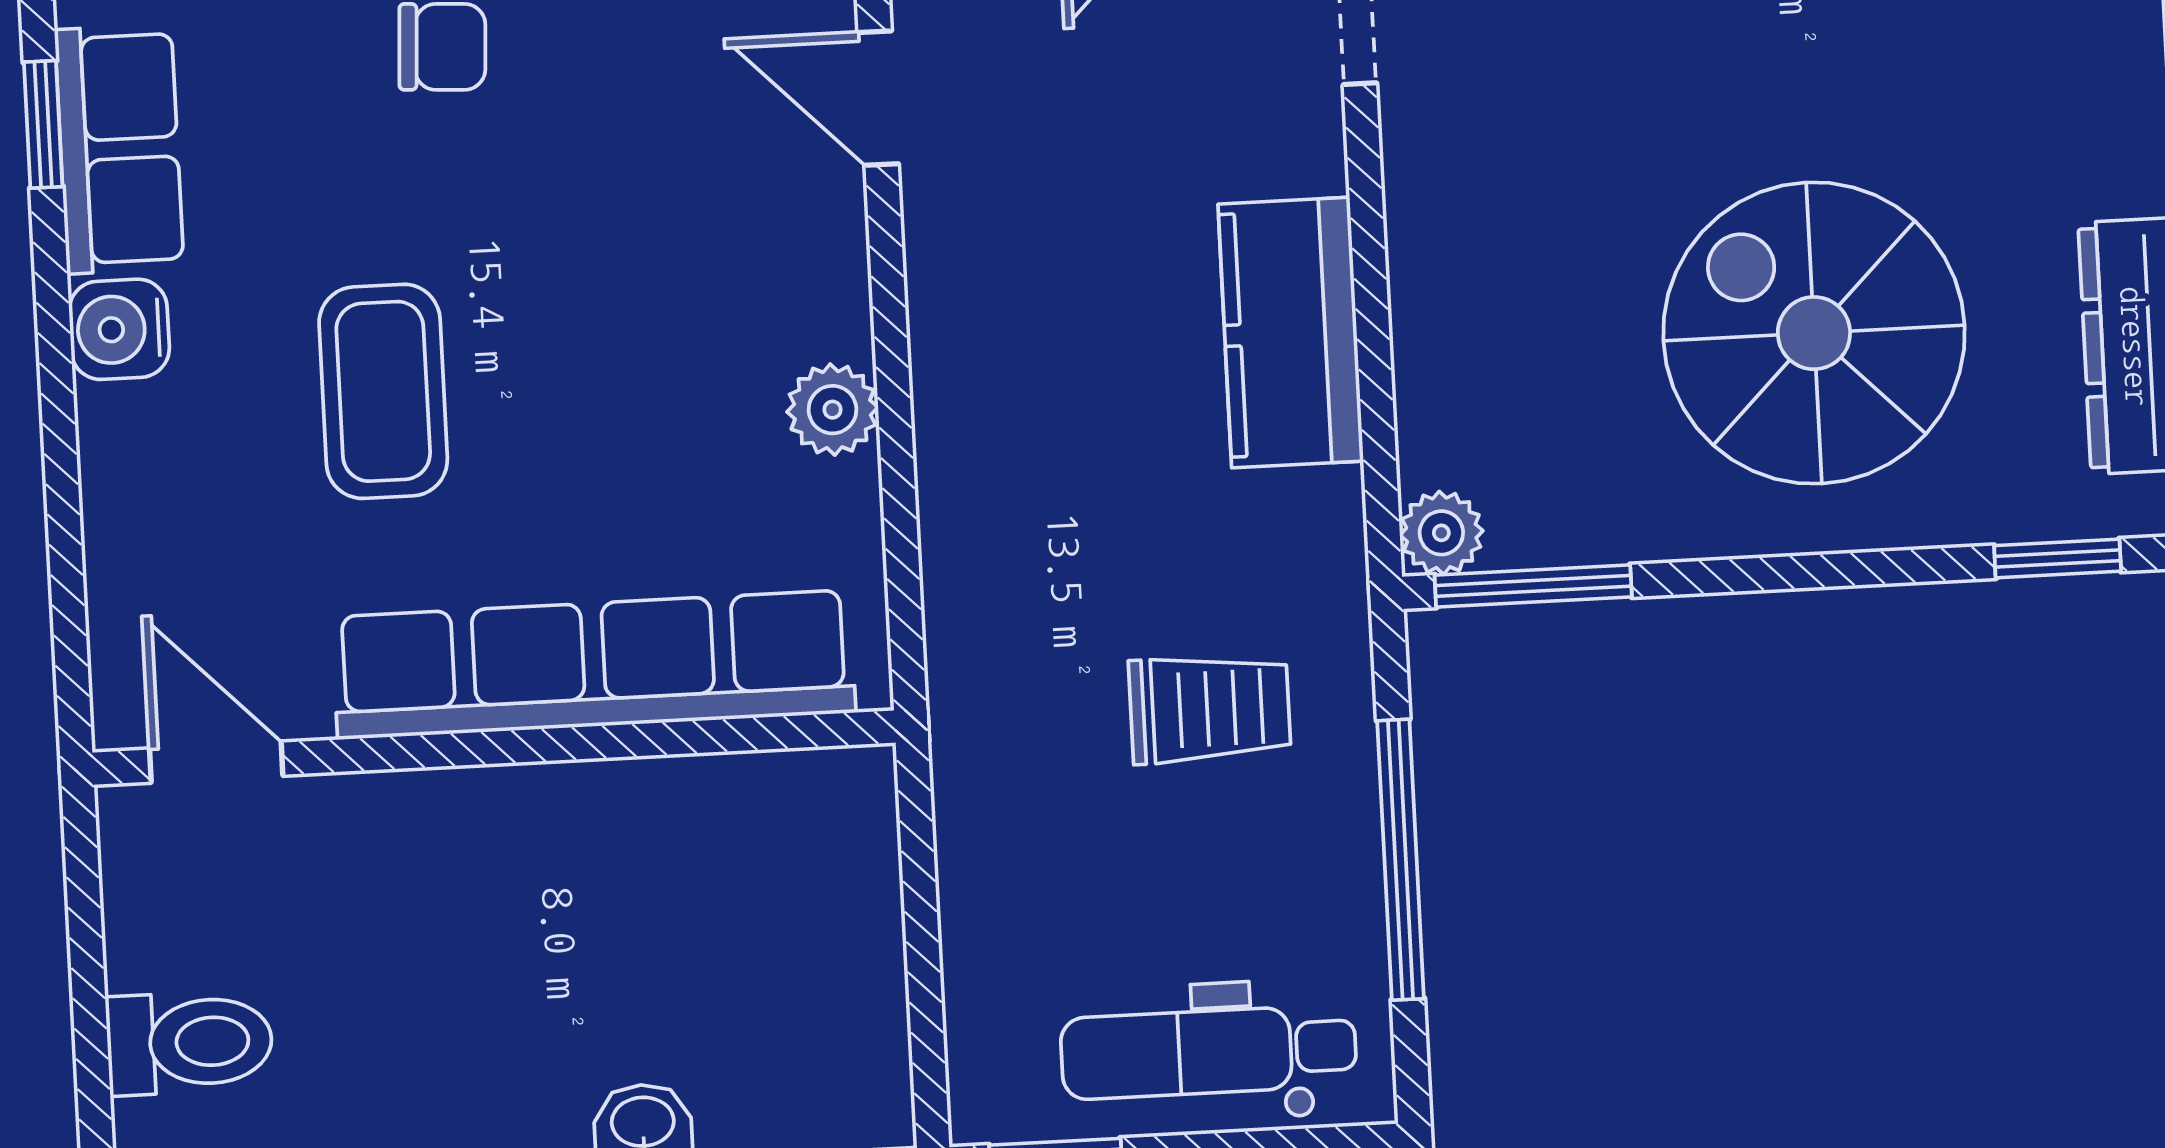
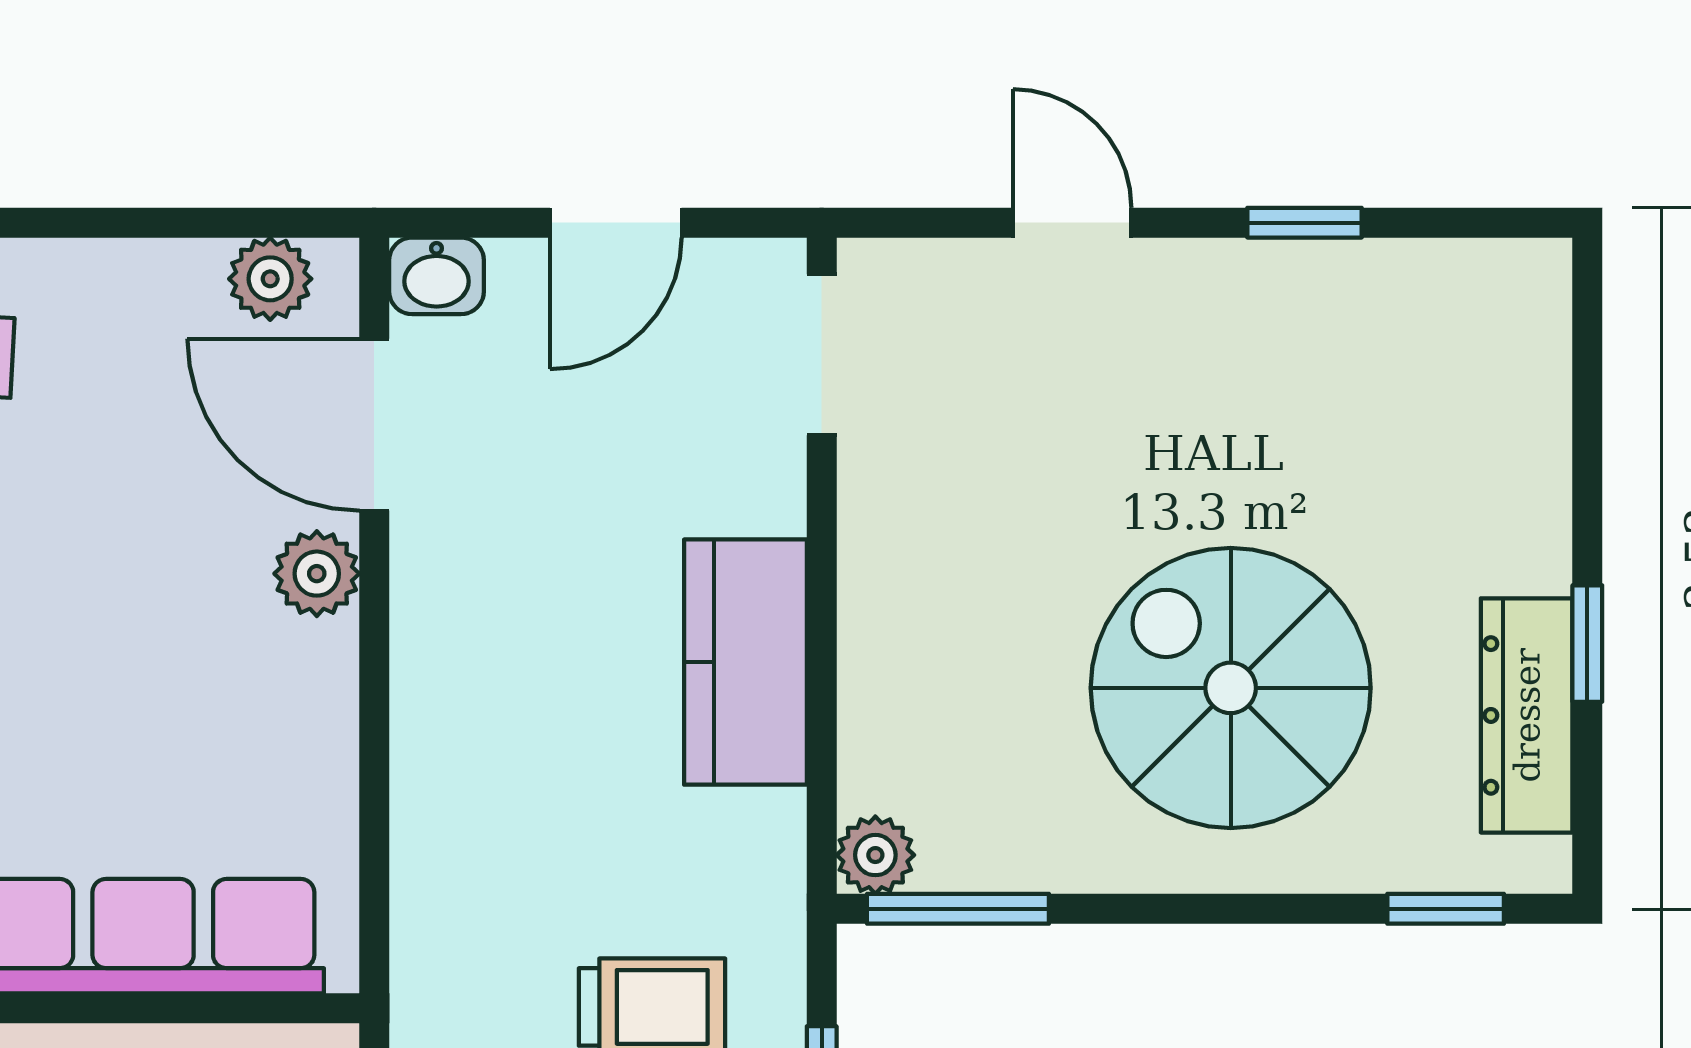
door: (878, 98) -> (374, 425), width x1.38
plant: (833, 410) -> (317, 574), moved

